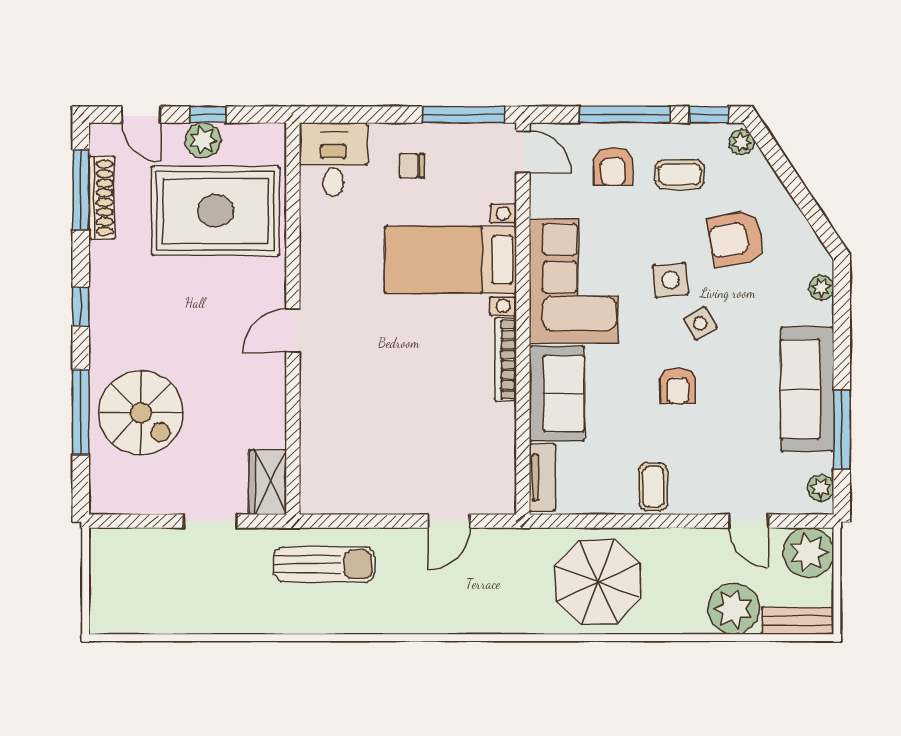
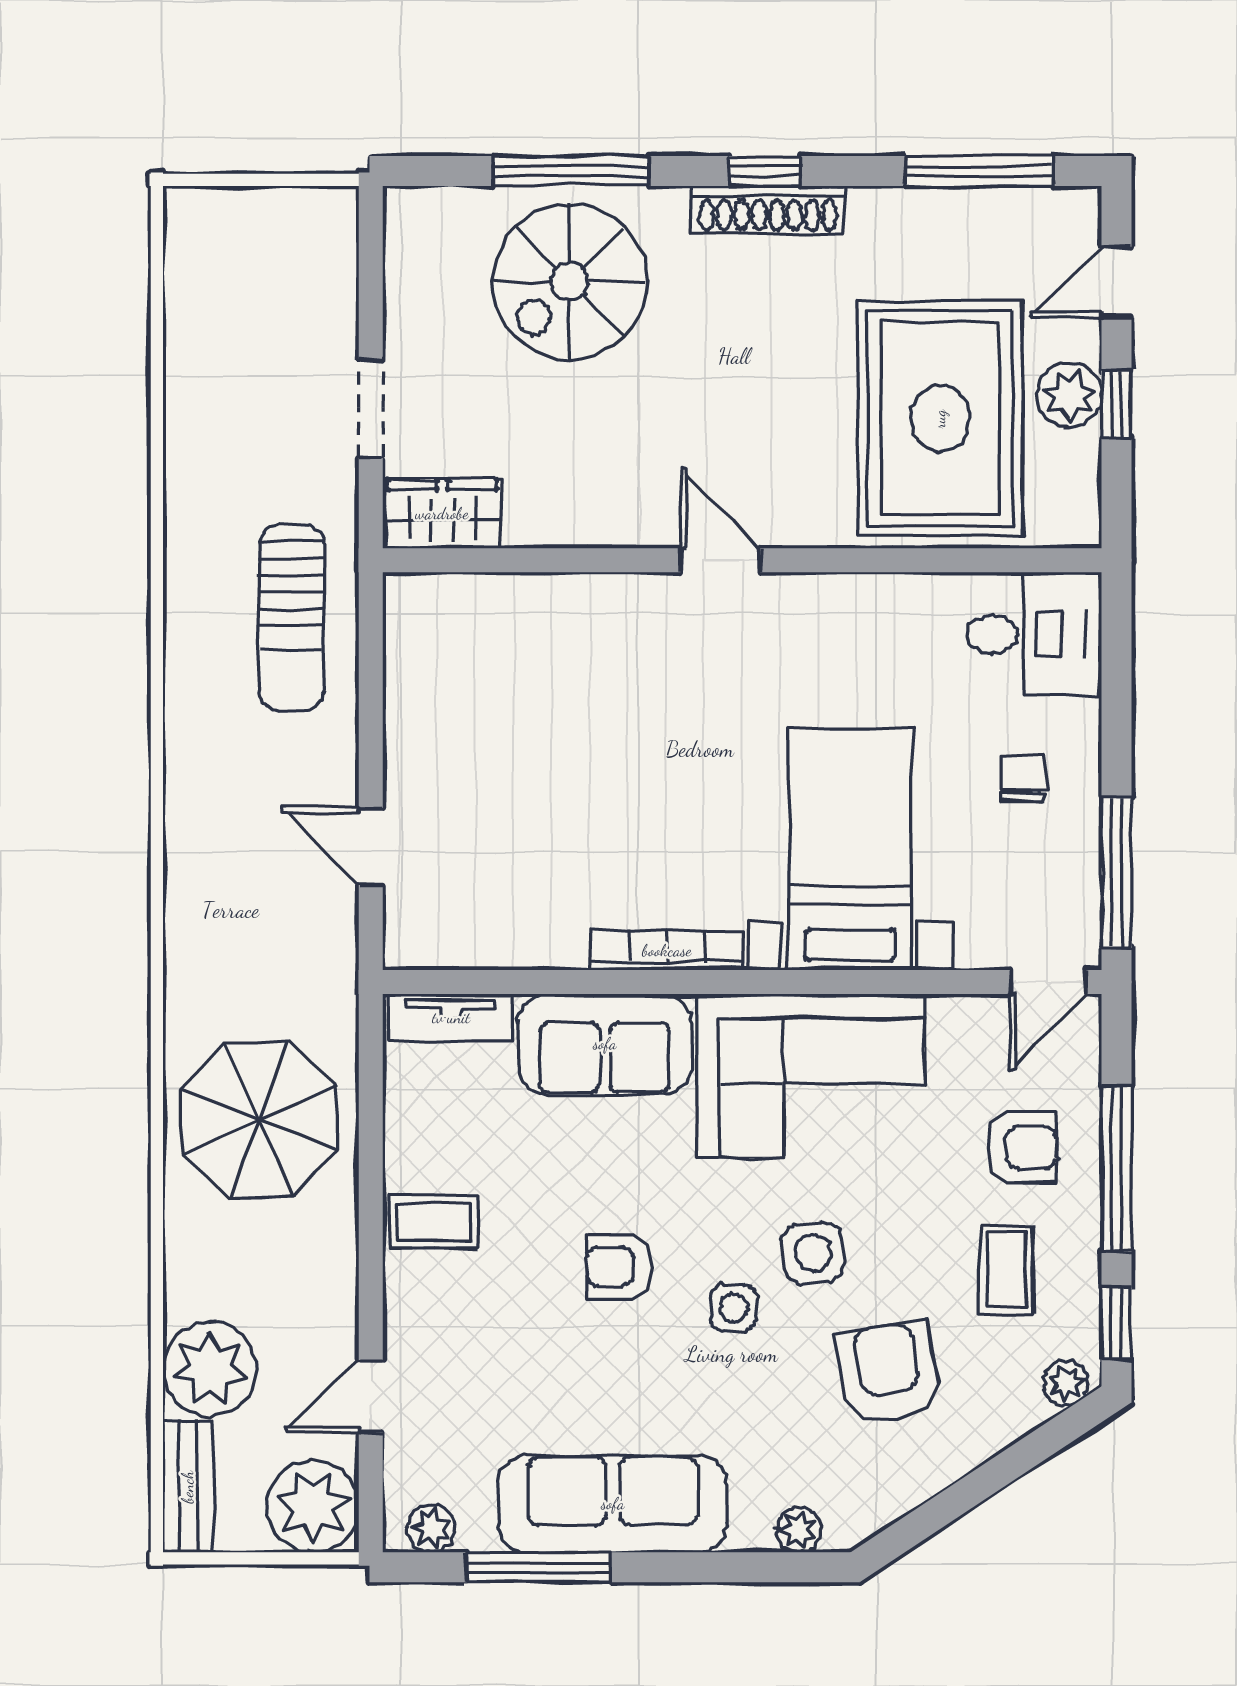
armchair: (613, 166) -> (1022, 1148), turned 180
shoe rack: (102, 198) -> (768, 209), moved
side table: (700, 323) -> (733, 1308), turned 30

